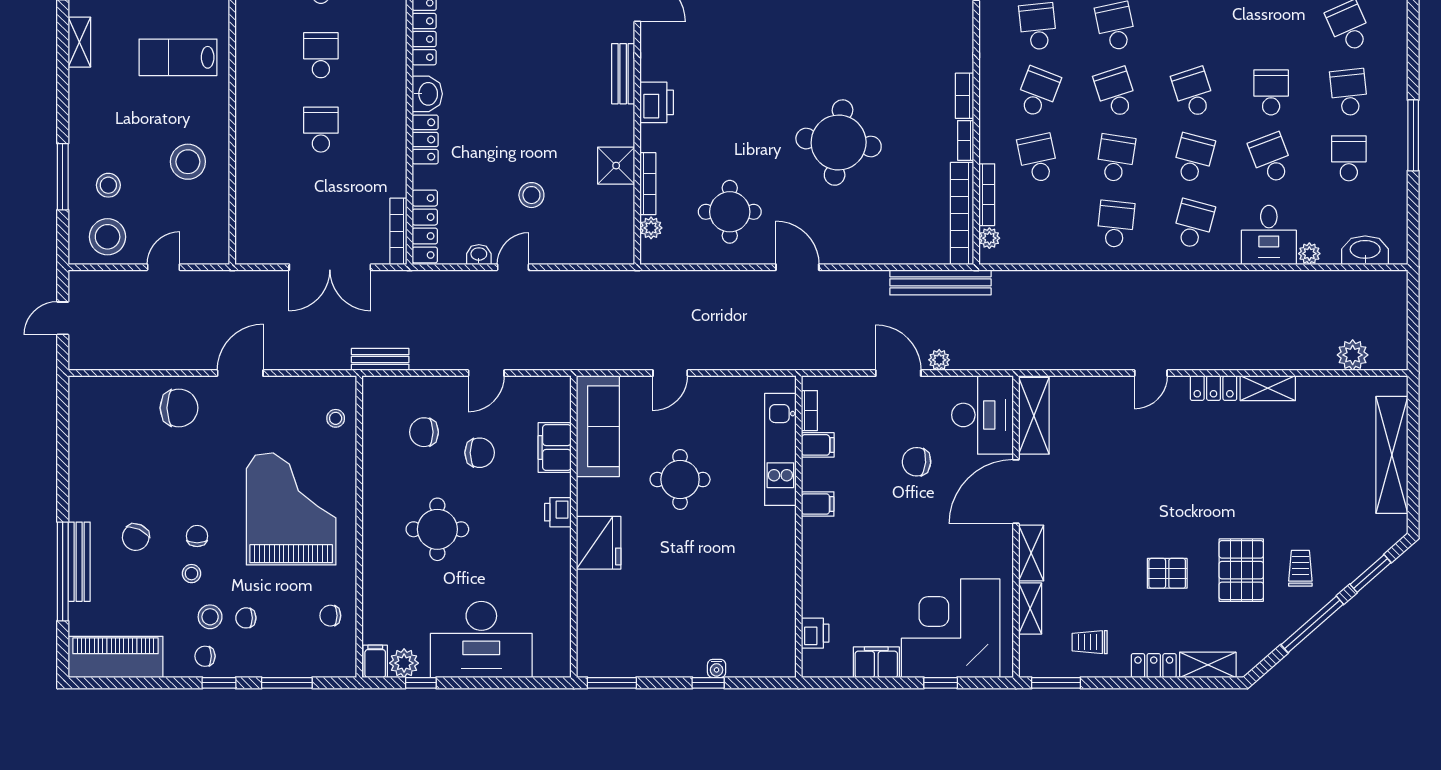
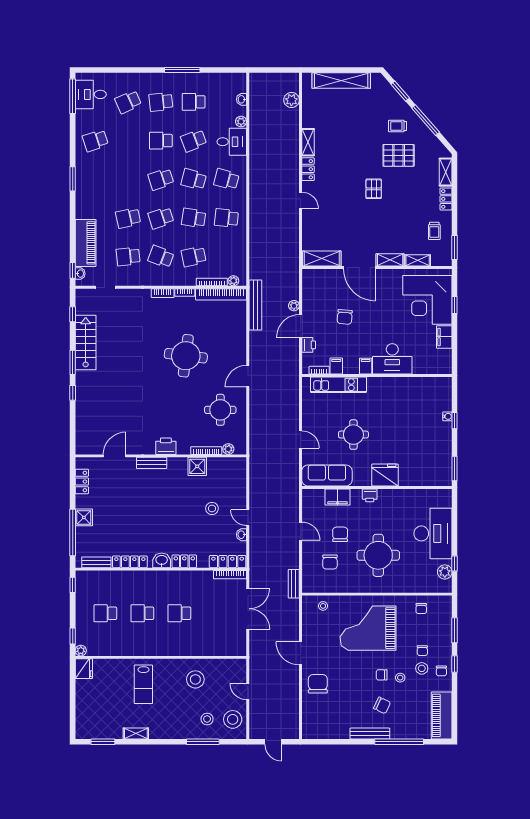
washbasin: (1365, 250) -> (242, 99), width x0.52, depth x0.69
desk: (982, 415) -> (392, 359), moved, turned 180
round table: (437, 529) -> (378, 555), width x1.36, depth x1.36
bench: (79, 562) -> (370, 734), moved
pallet: (1167, 573) -> (374, 189), moved
printer: (815, 633) -> (309, 345), moved, turned 90
filing cabinet: (375, 661) -> (444, 586), removed

